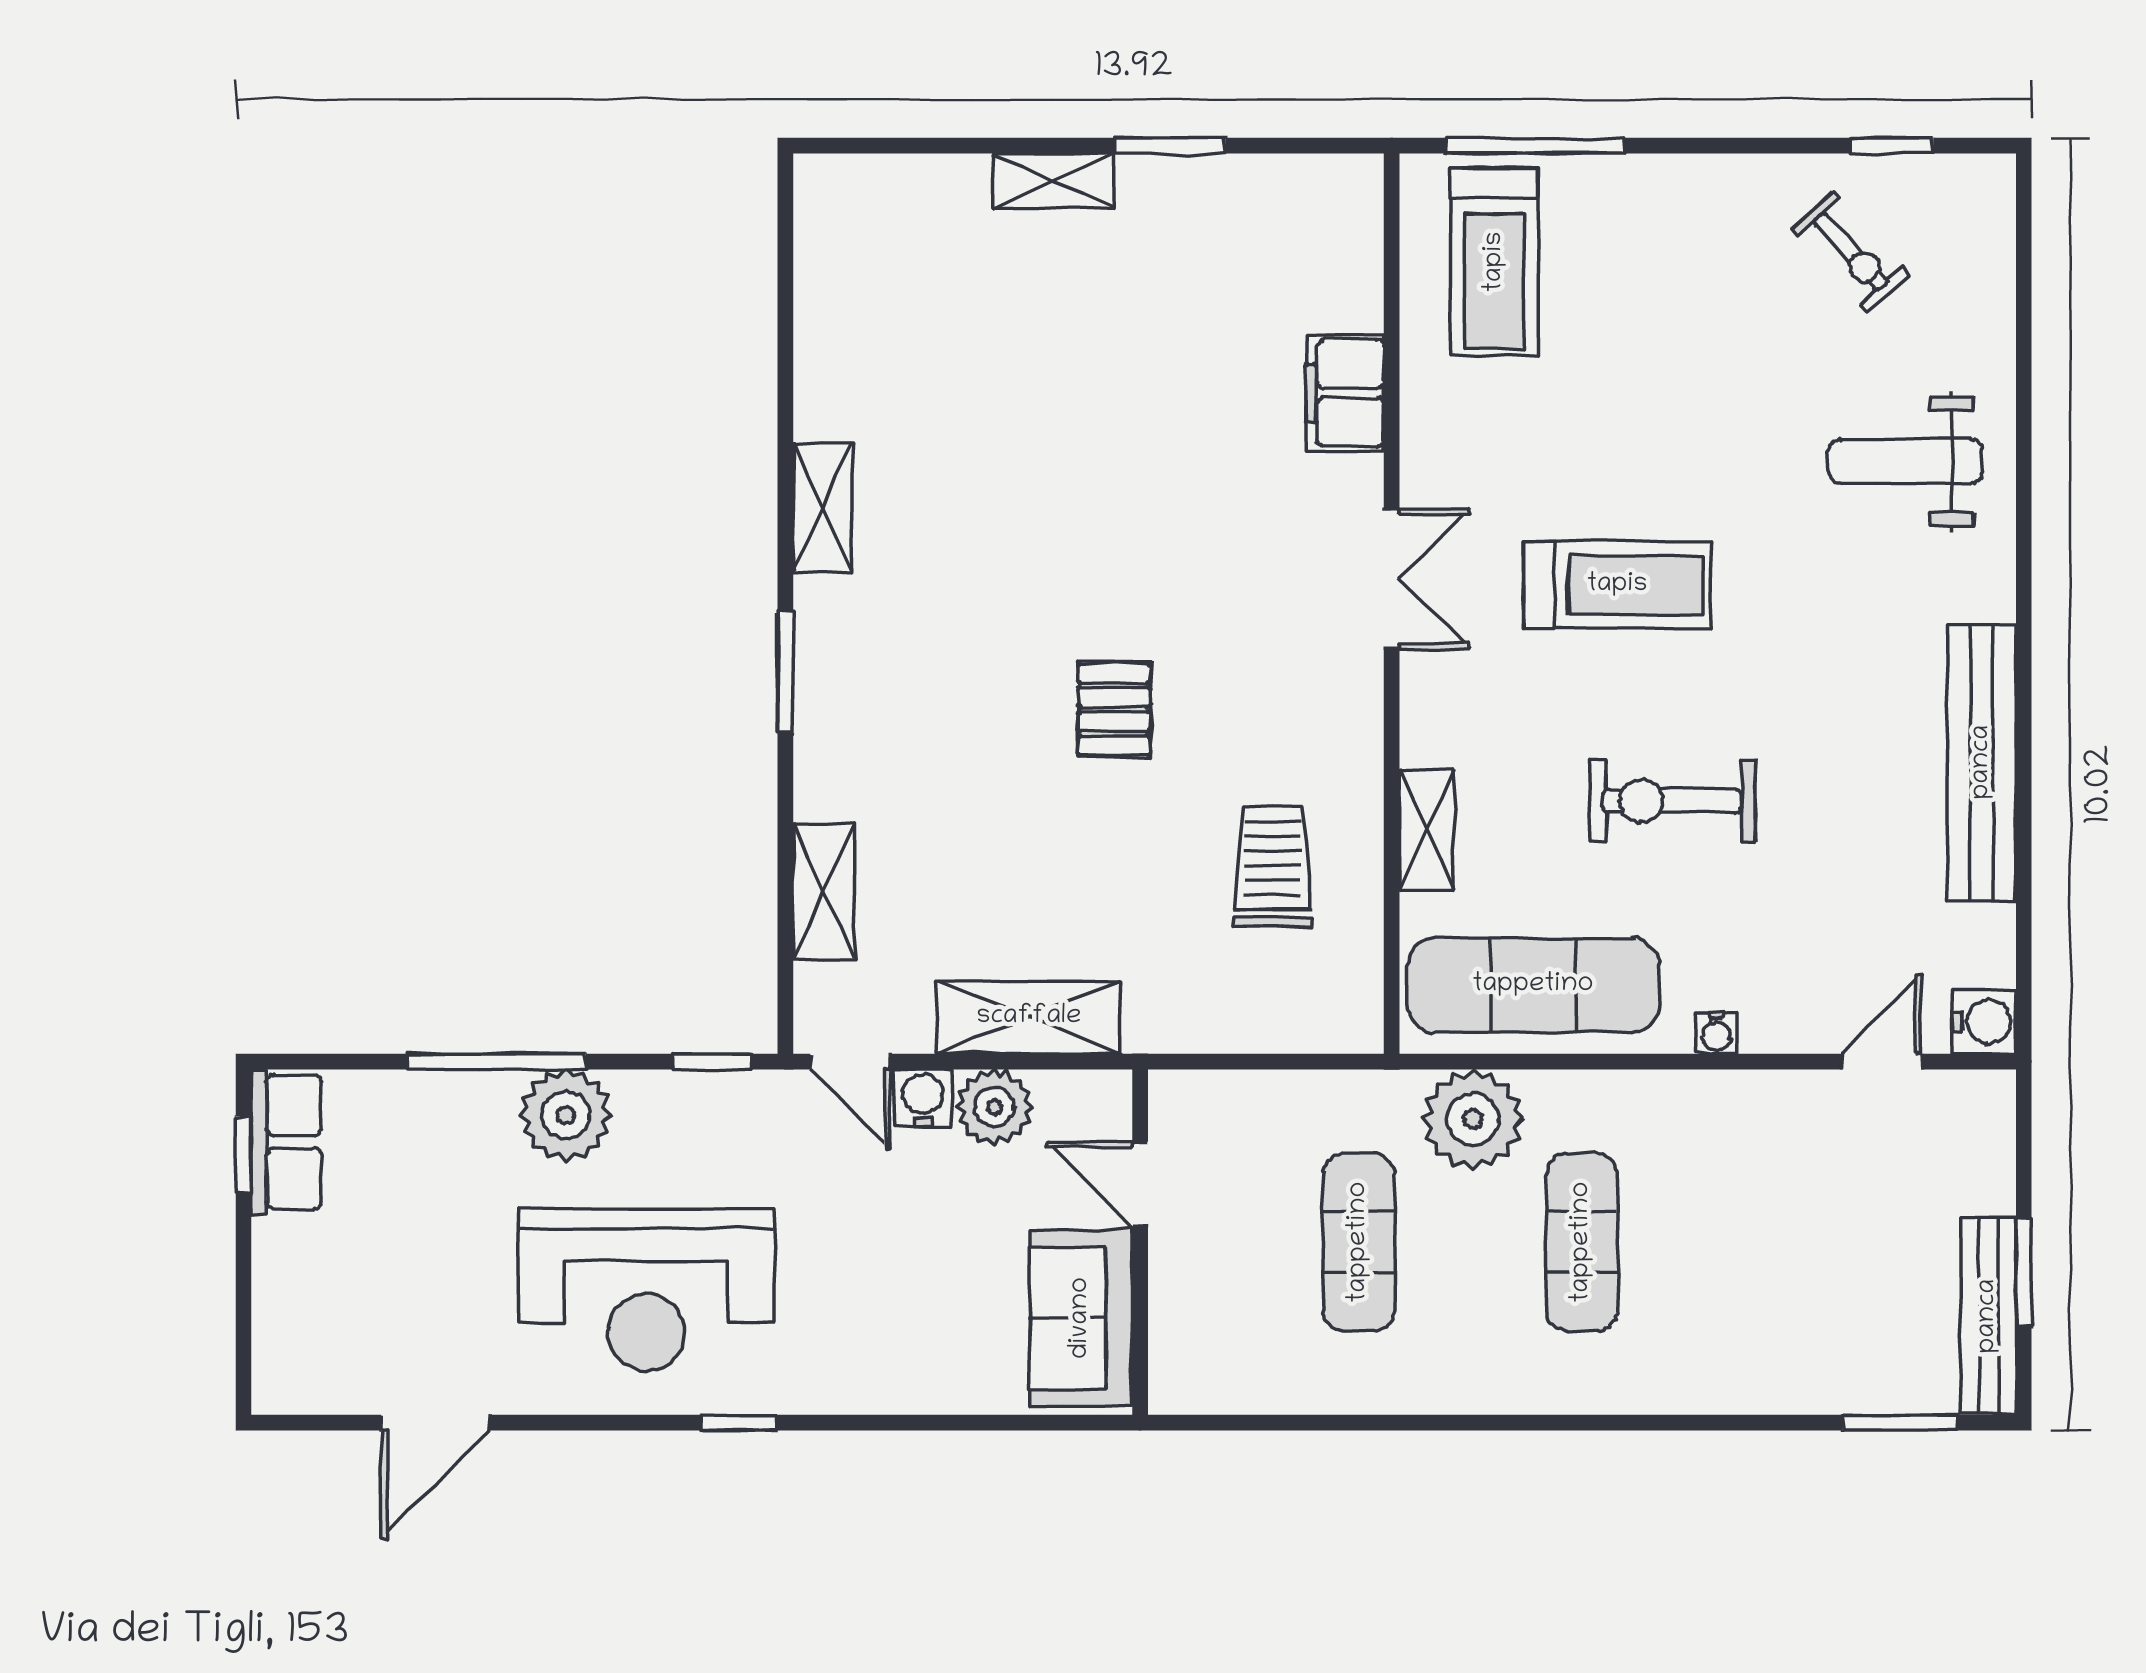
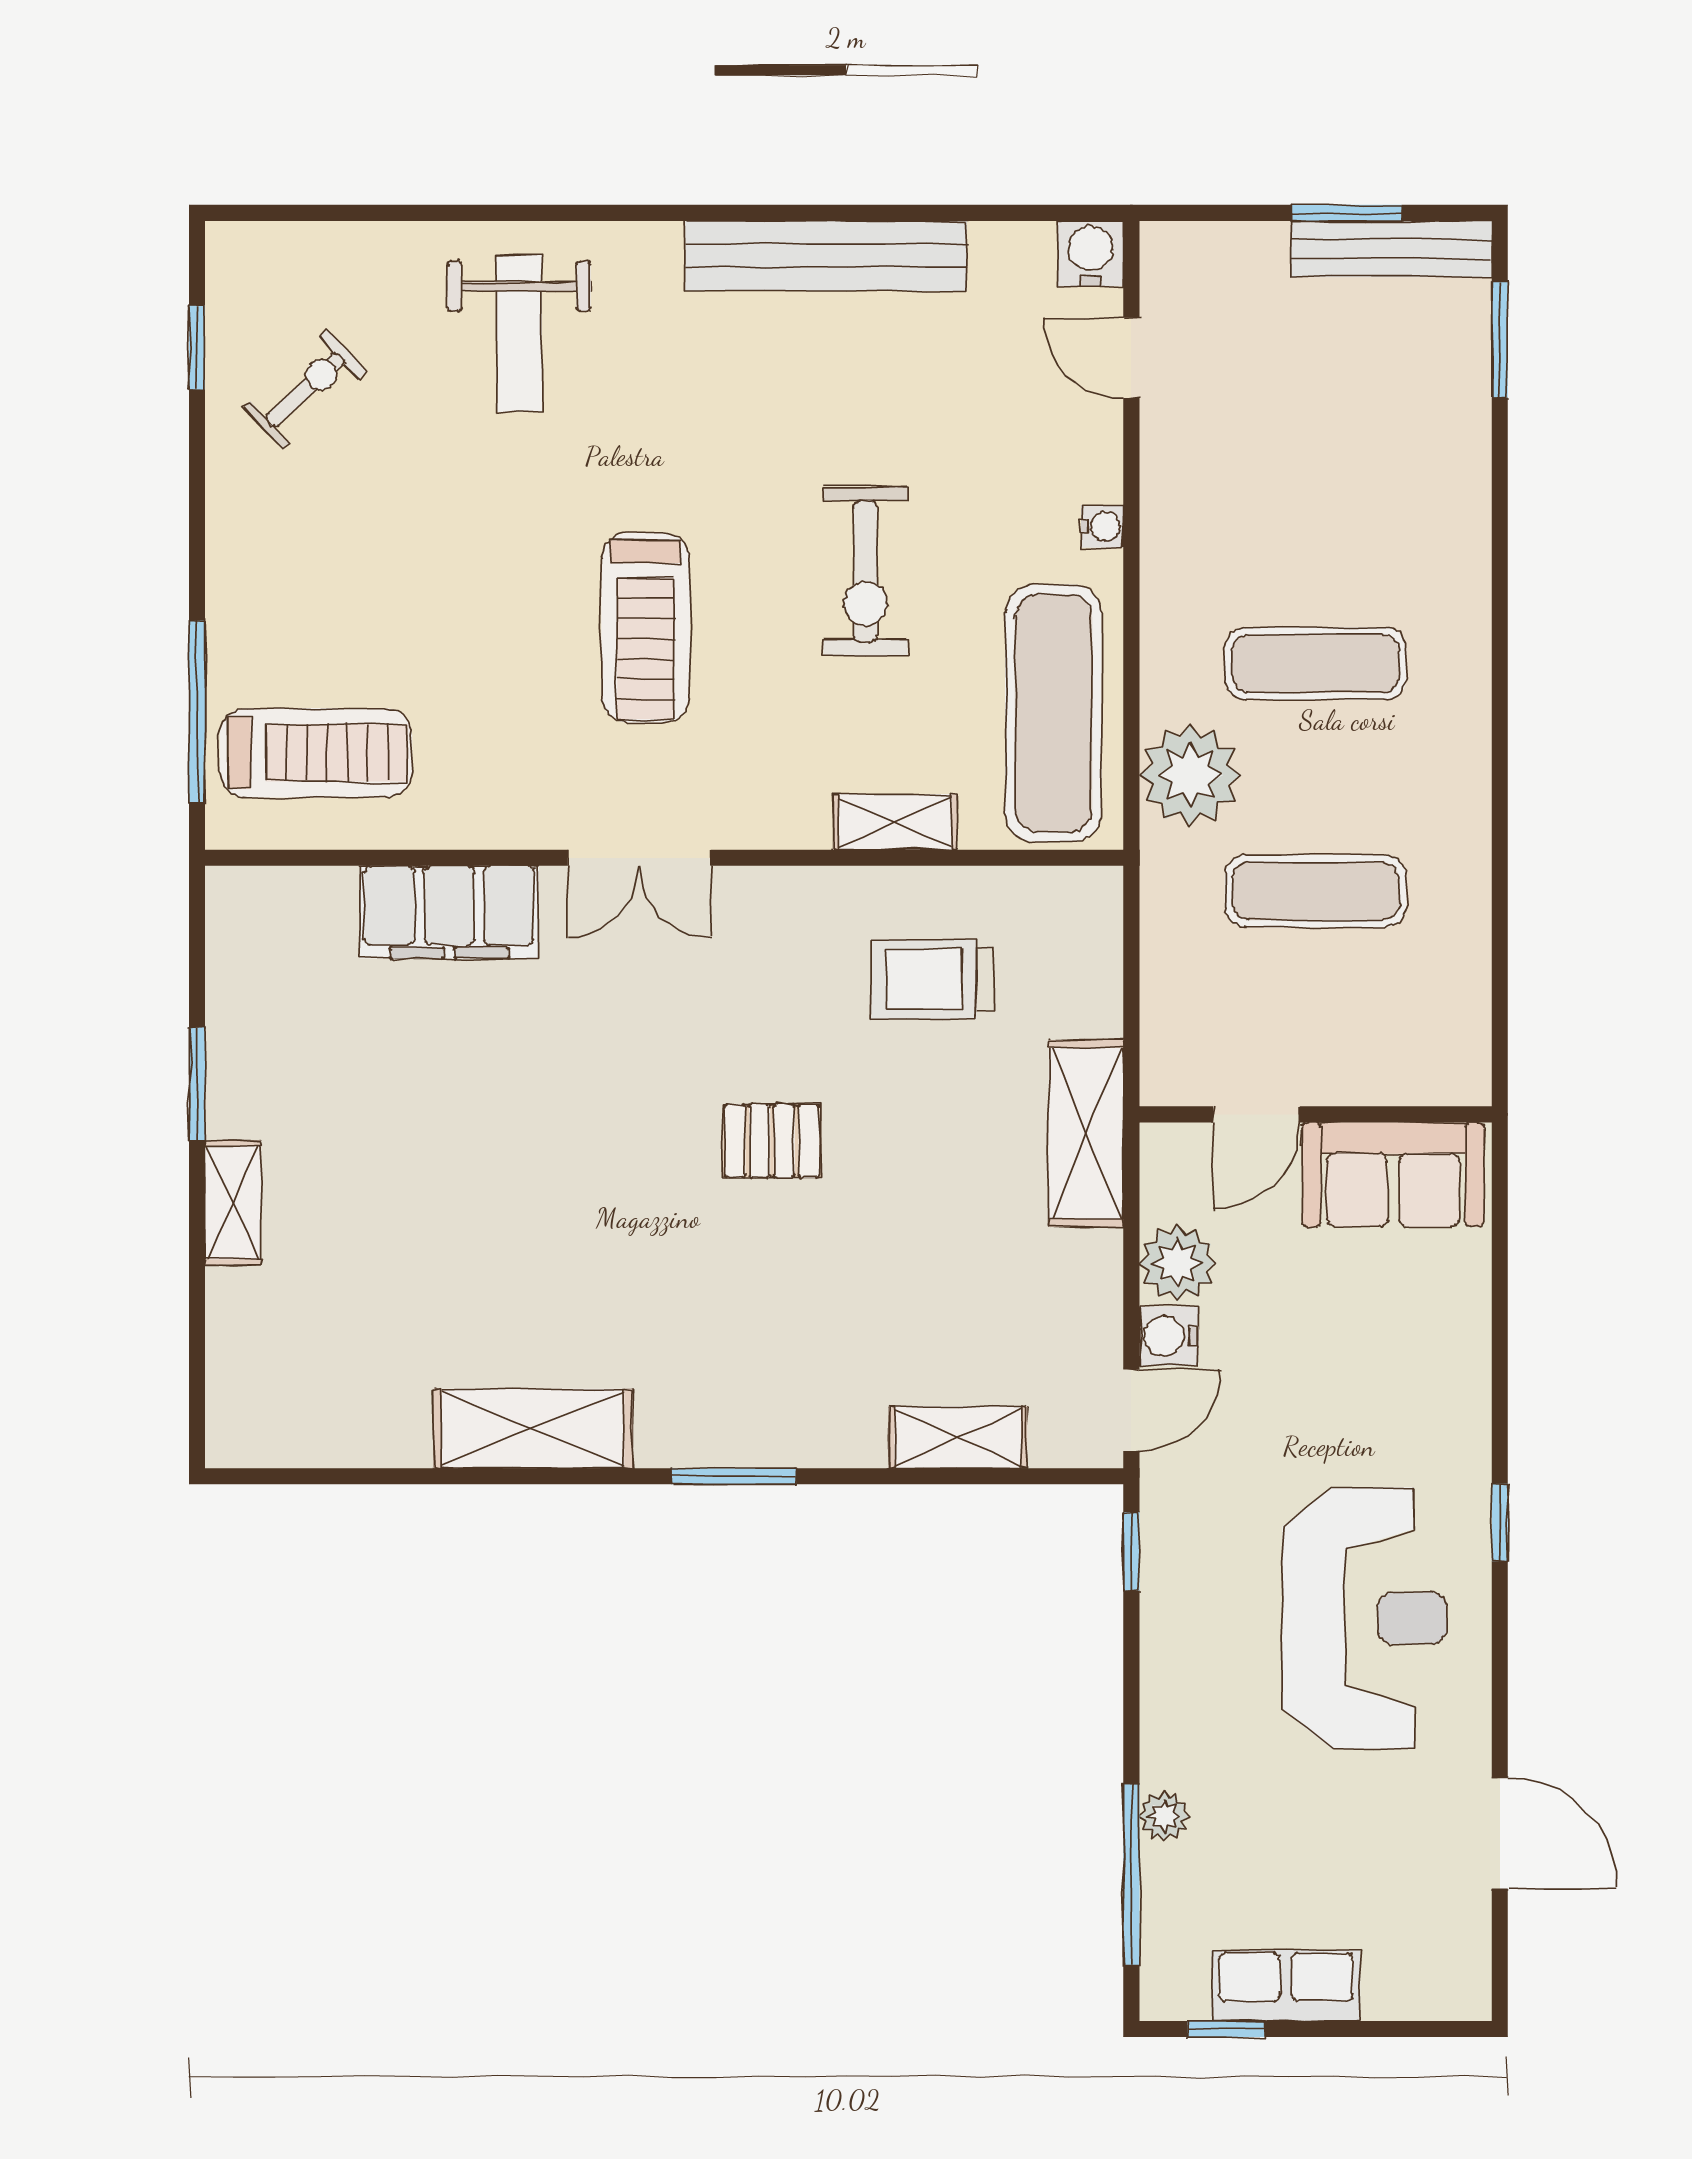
filing cabinet: (1345, 393) -> (449, 912), width x1.50, depth x1.17
shelving: (822, 507) -> (533, 1429), width x1.50, depth x1.33
double door: (1392, 579) -> (639, 858), swing flipped
treadmill: (1617, 585) -> (646, 628), turned 180
shelving: (1029, 1017) -> (1086, 1133), moved
window: (497, 1062) -> (1131, 1875), moved
plant: (566, 1115) -> (1164, 1816), moved, width x0.53, depth x0.53
row of seats: (286, 1142) -> (1286, 1986), moved

